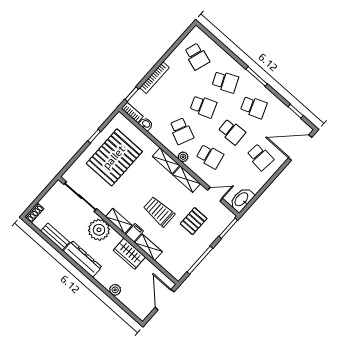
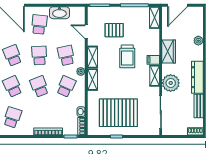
washbasin: (242, 200) -> (59, 13), moved
shelving: (148, 247) -> (154, 18), moved

